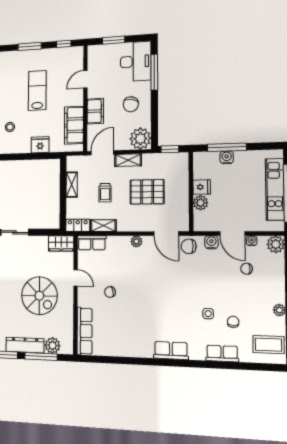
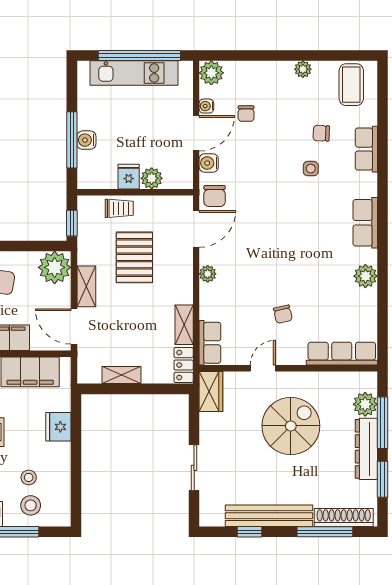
trolley: (105, 193) -> (119, 208), moved
plant: (135, 349) -> (365, 276), added

